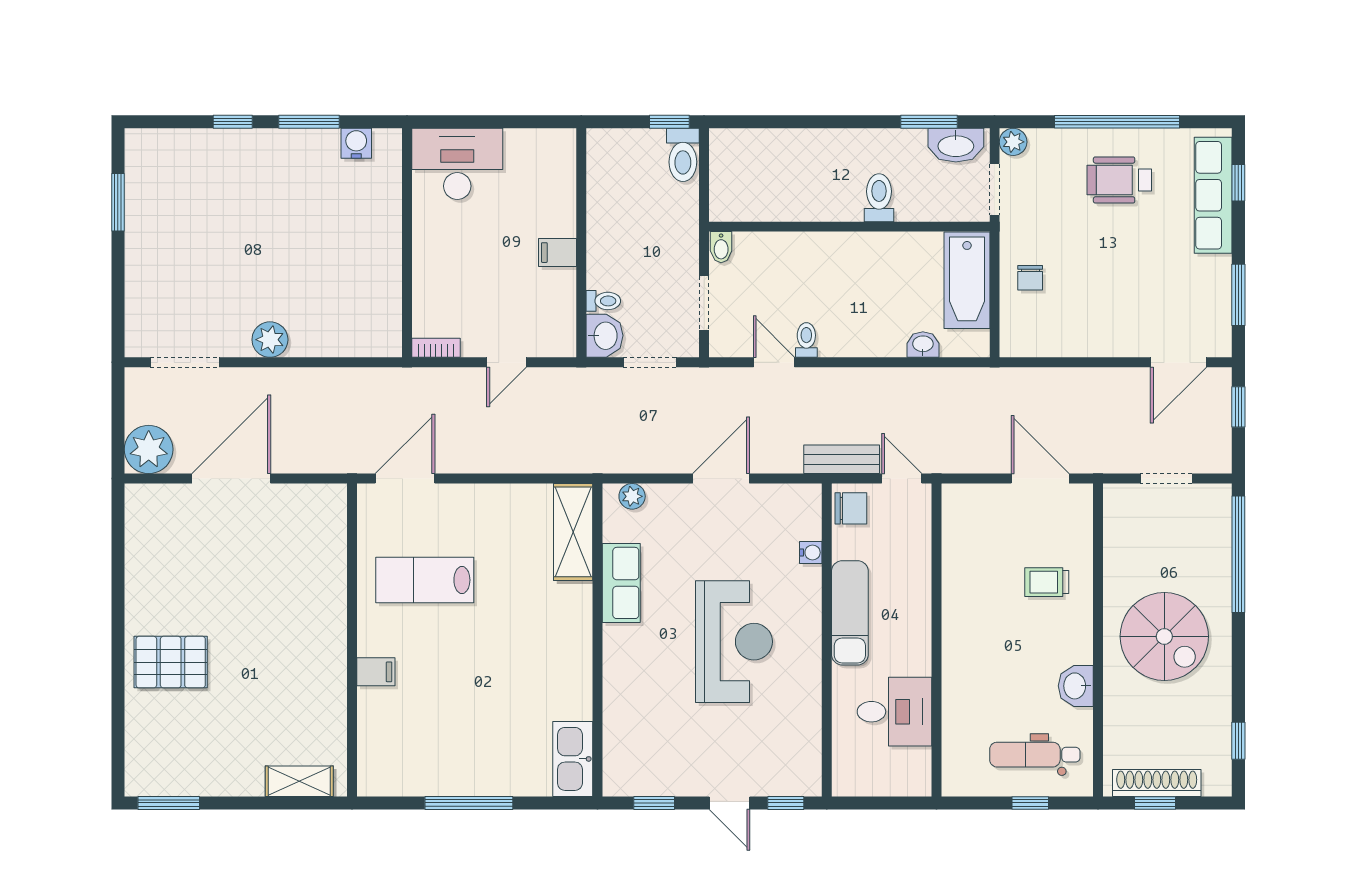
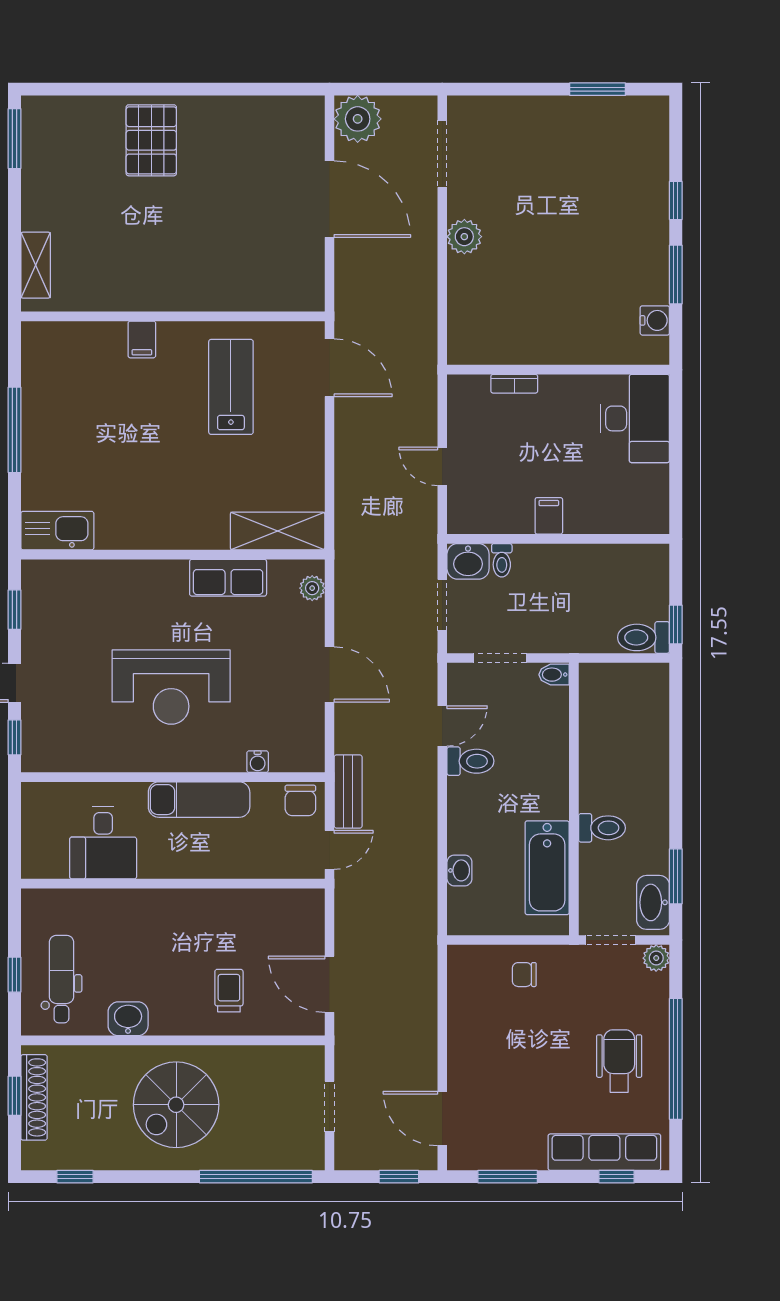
bathtub: (967, 280) -> (547, 868), moved, turned -90
toilet: (806, 340) -> (470, 761), width x1.37, depth x1.39
bookcase: (436, 348) -> (514, 384), moved, turned 90
door: (1040, 478) -> (329, 984), swing flipped

